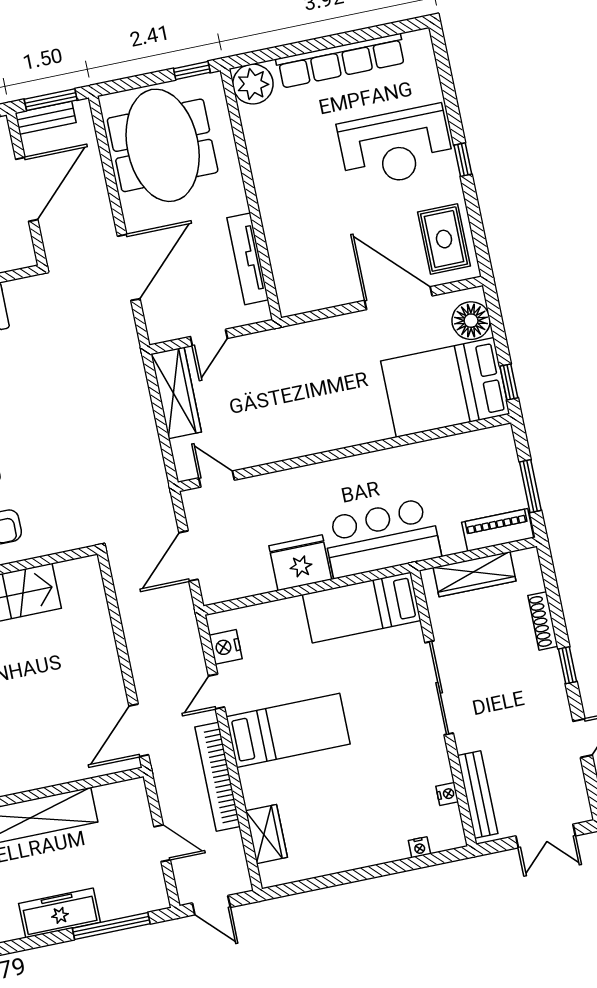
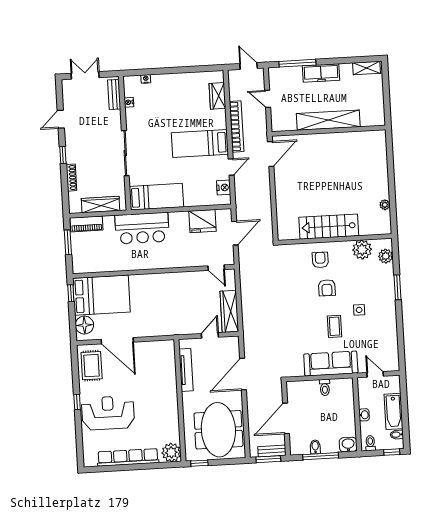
fridge: (300, 563) -> (202, 221), moved
bench: (478, 794) -> (114, 94), width x0.73

